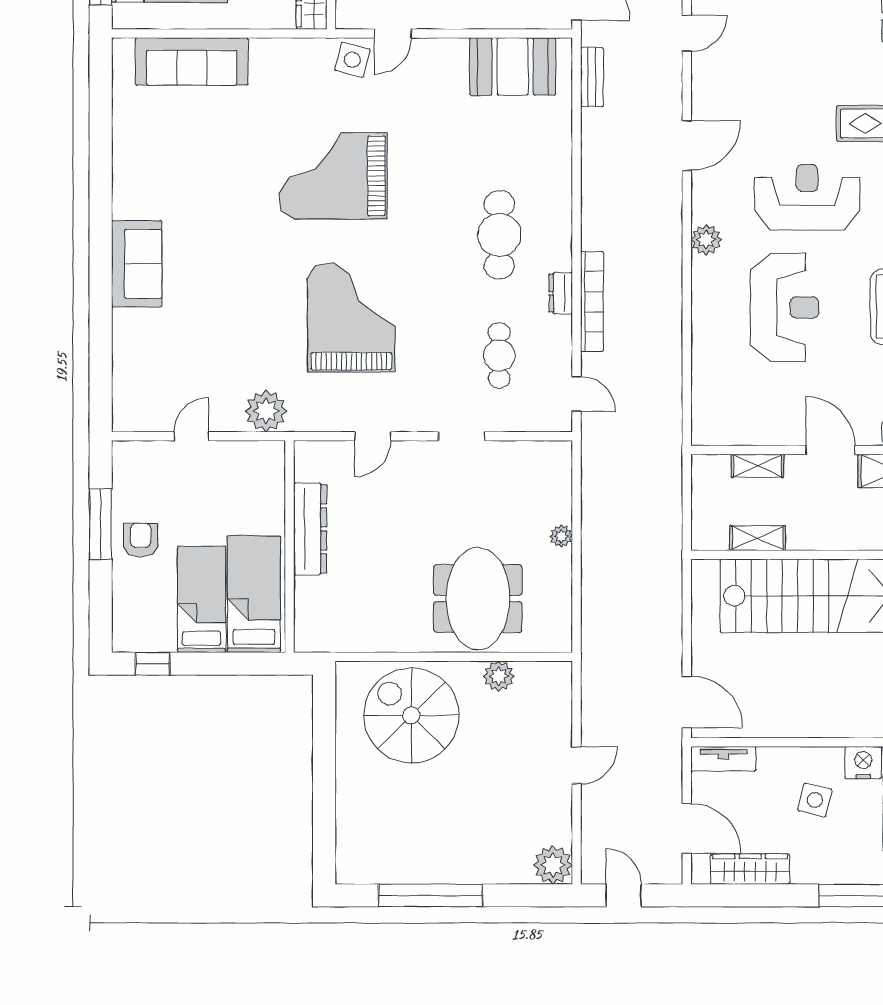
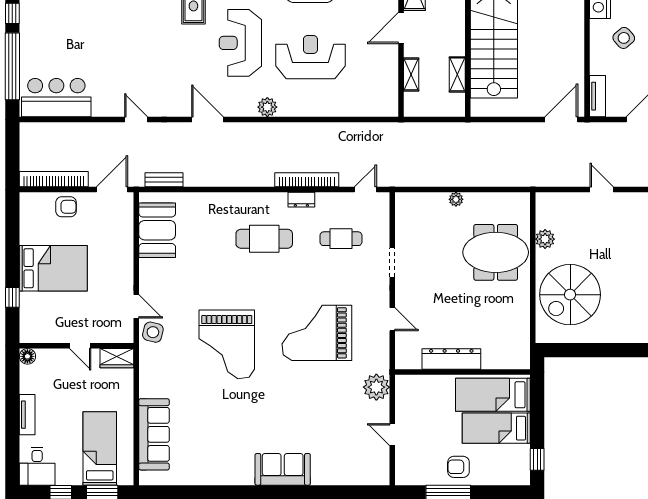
side table: (815, 800) -> (624, 38), turned 36

